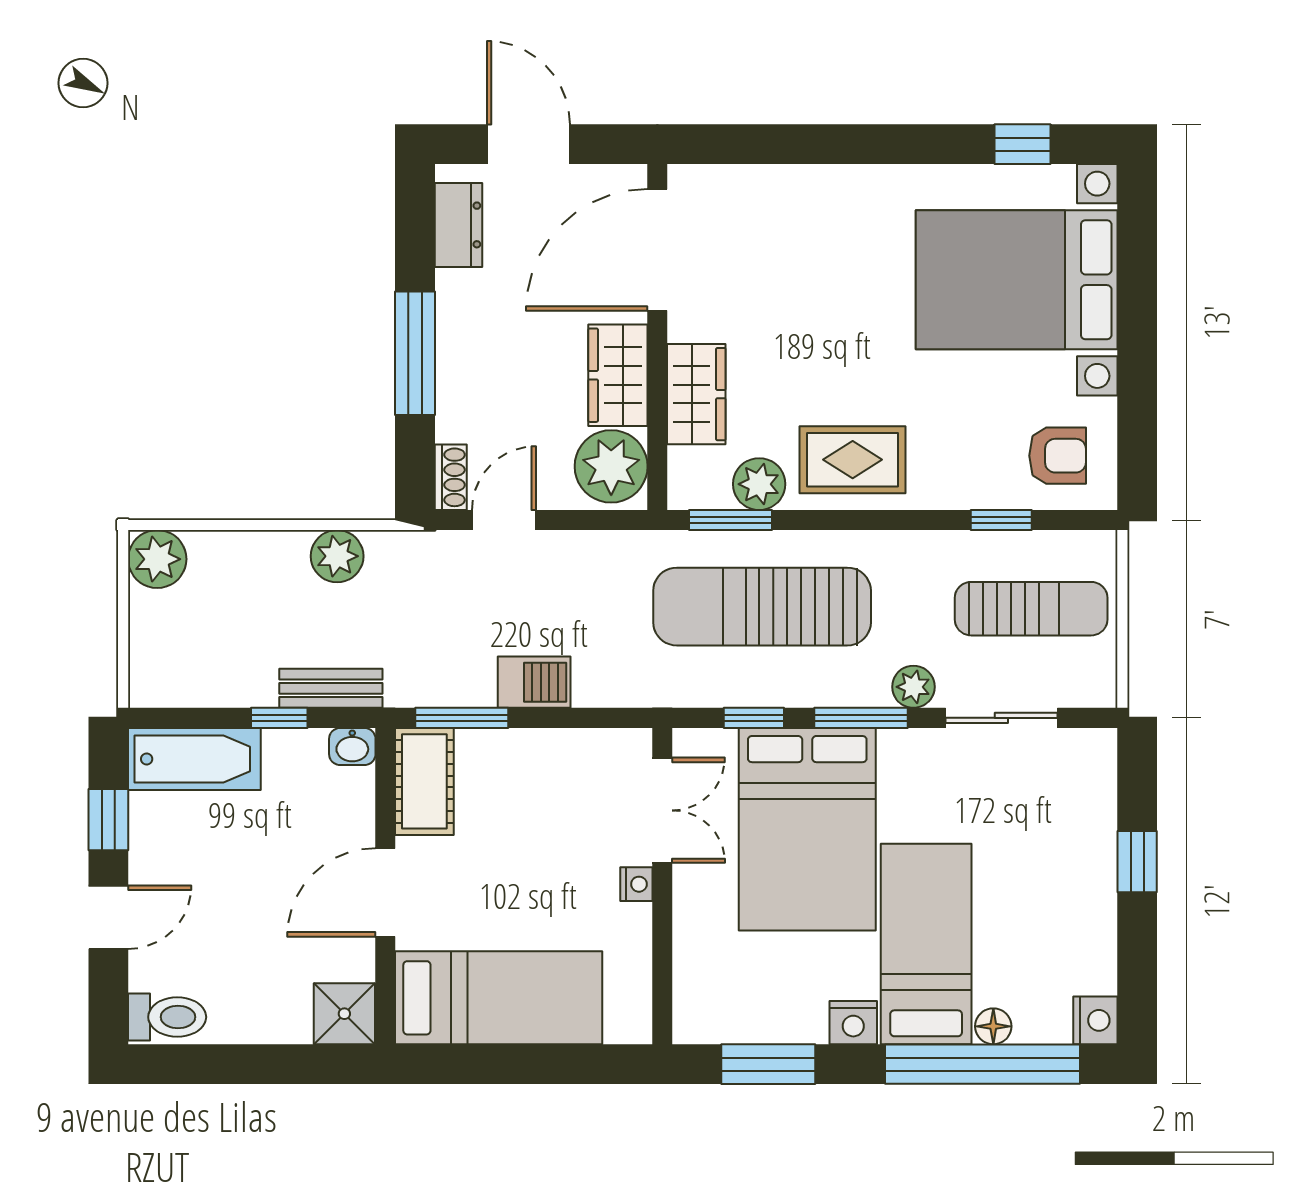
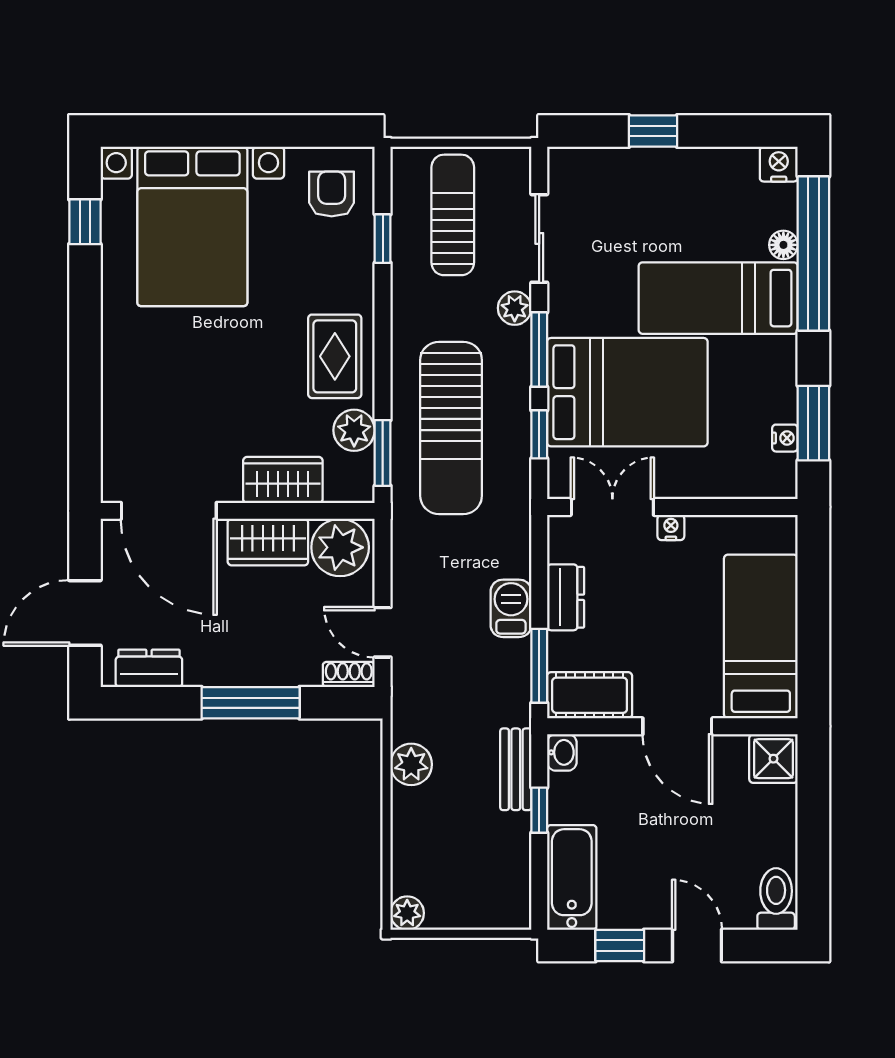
plant: (157, 559) -> (407, 913), width x0.73, depth x0.73
dresser: (548, 751) -> (566, 597), added
nightstand: (853, 1023) -> (785, 438), moved, width x0.72, depth x0.74

